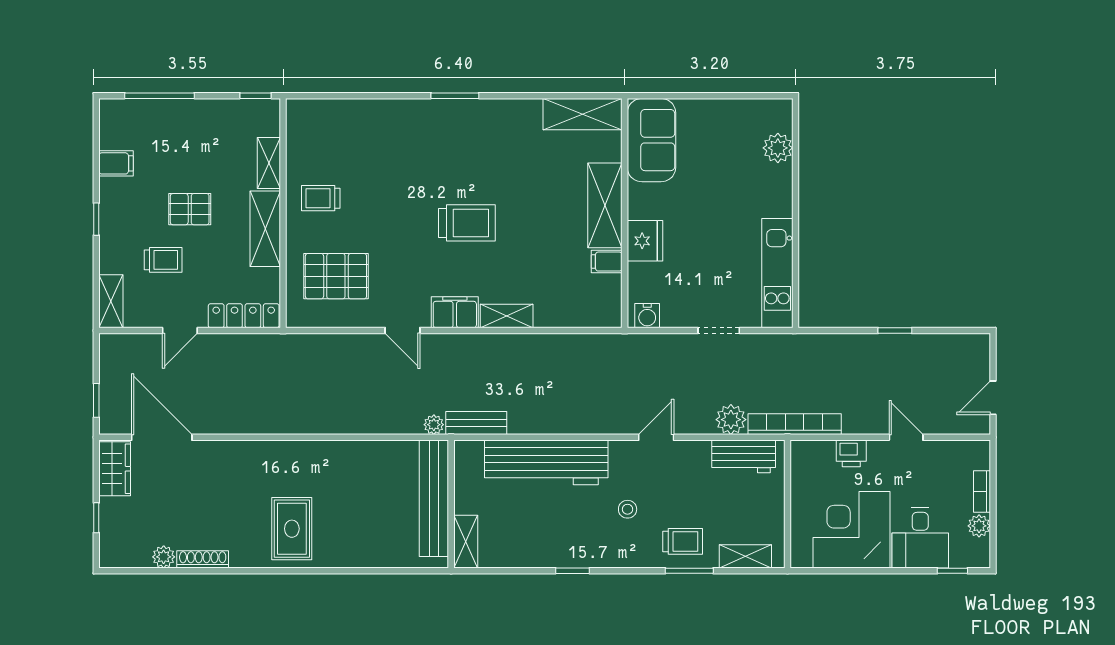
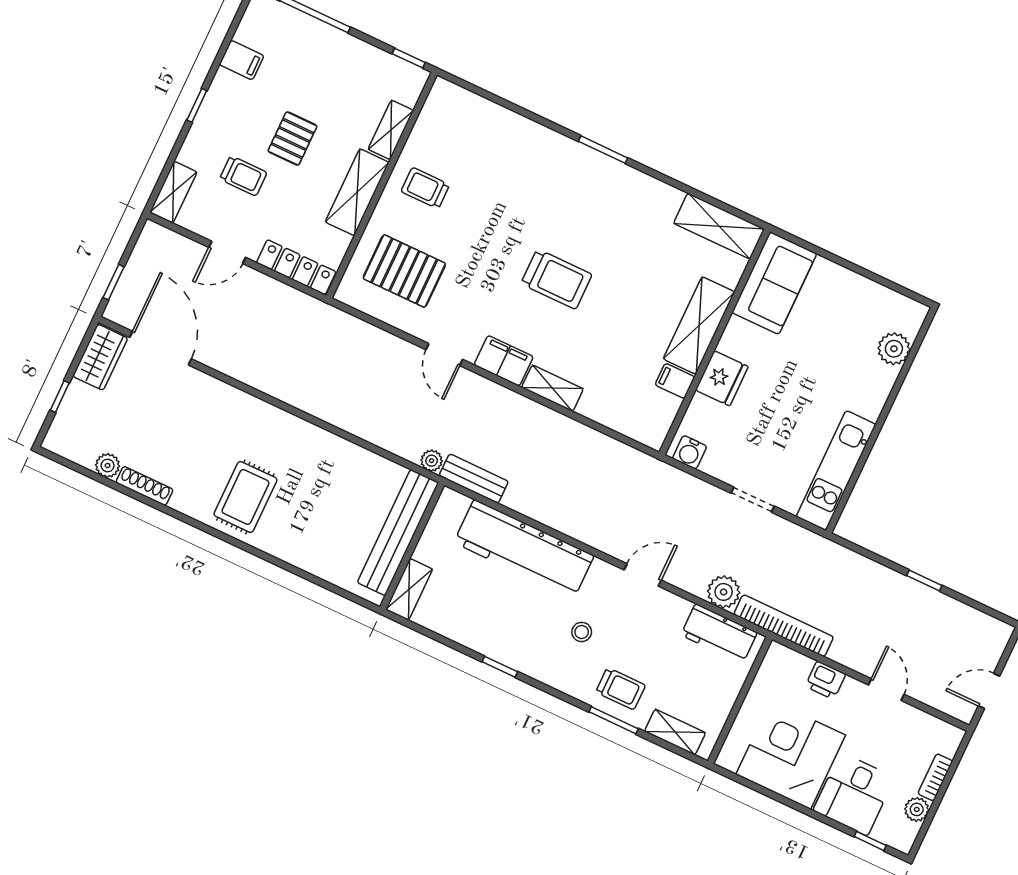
pallet: (190, 209) -> (292, 139), turned 90

